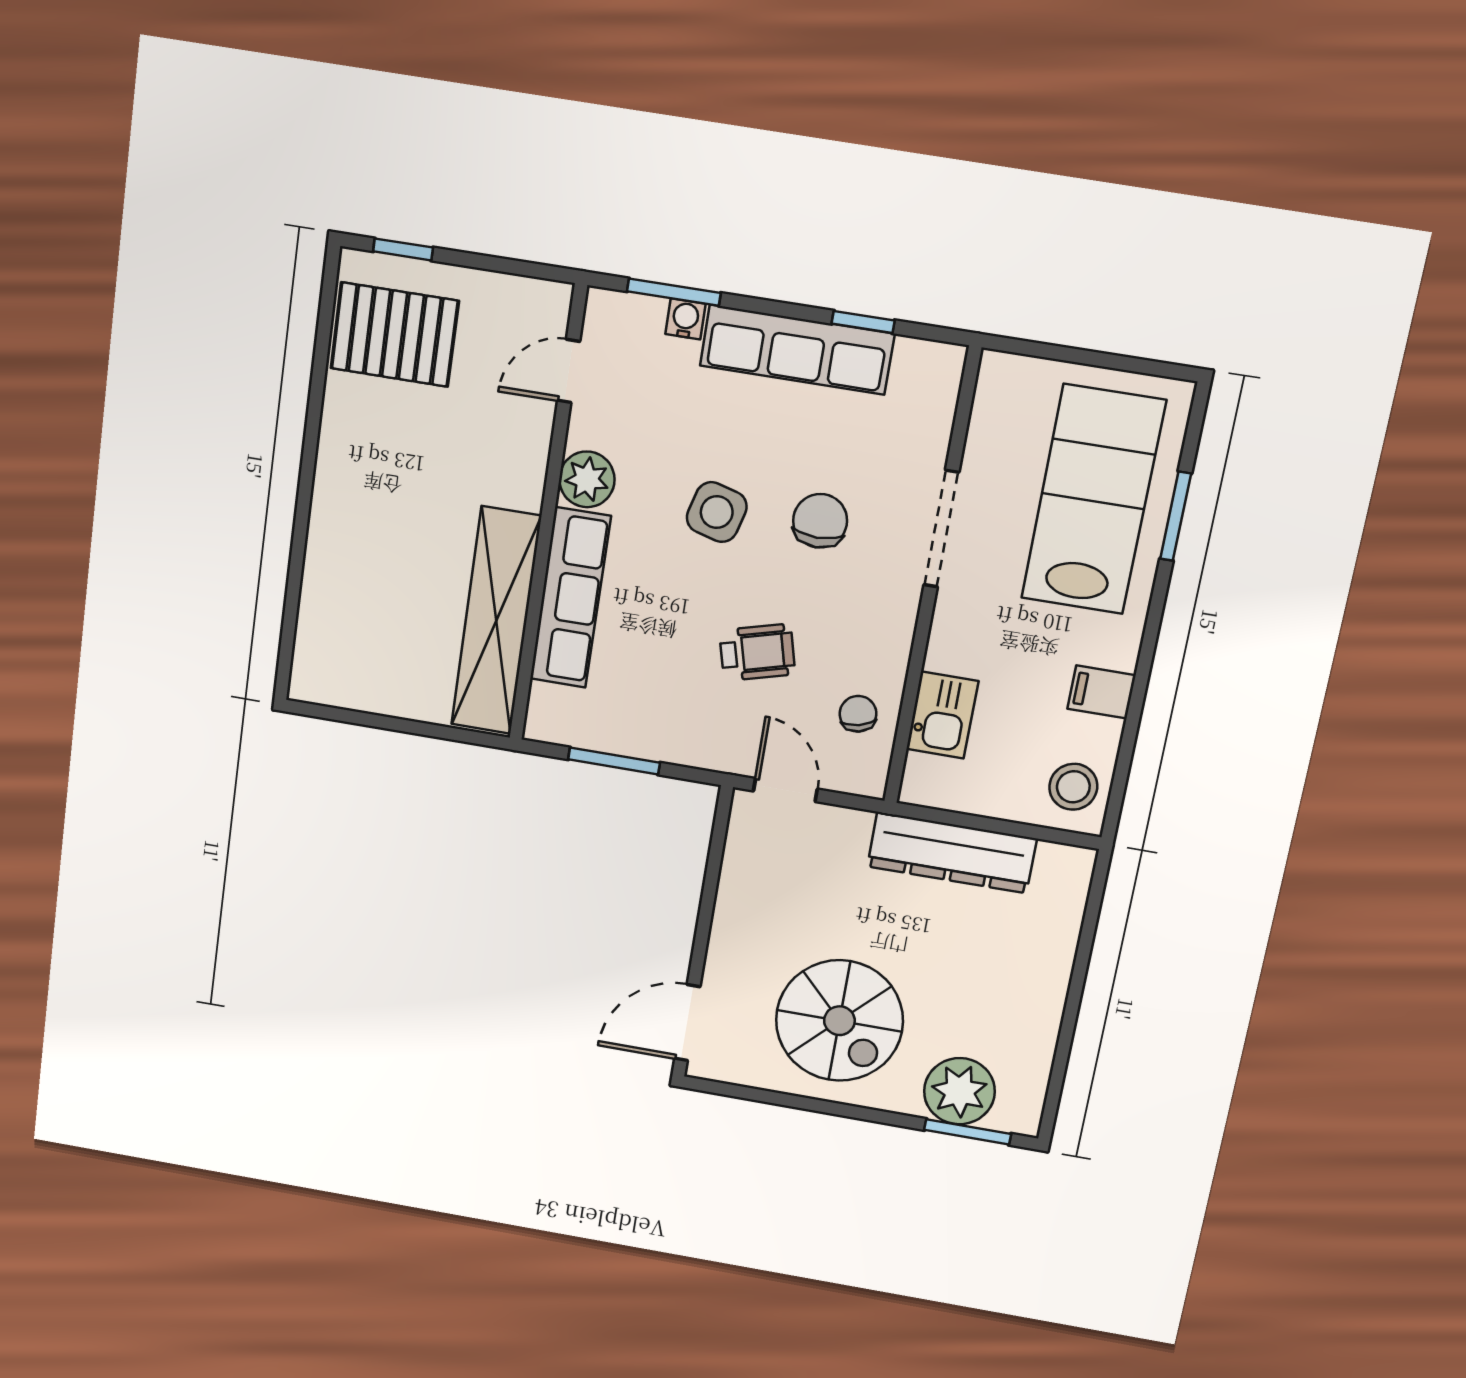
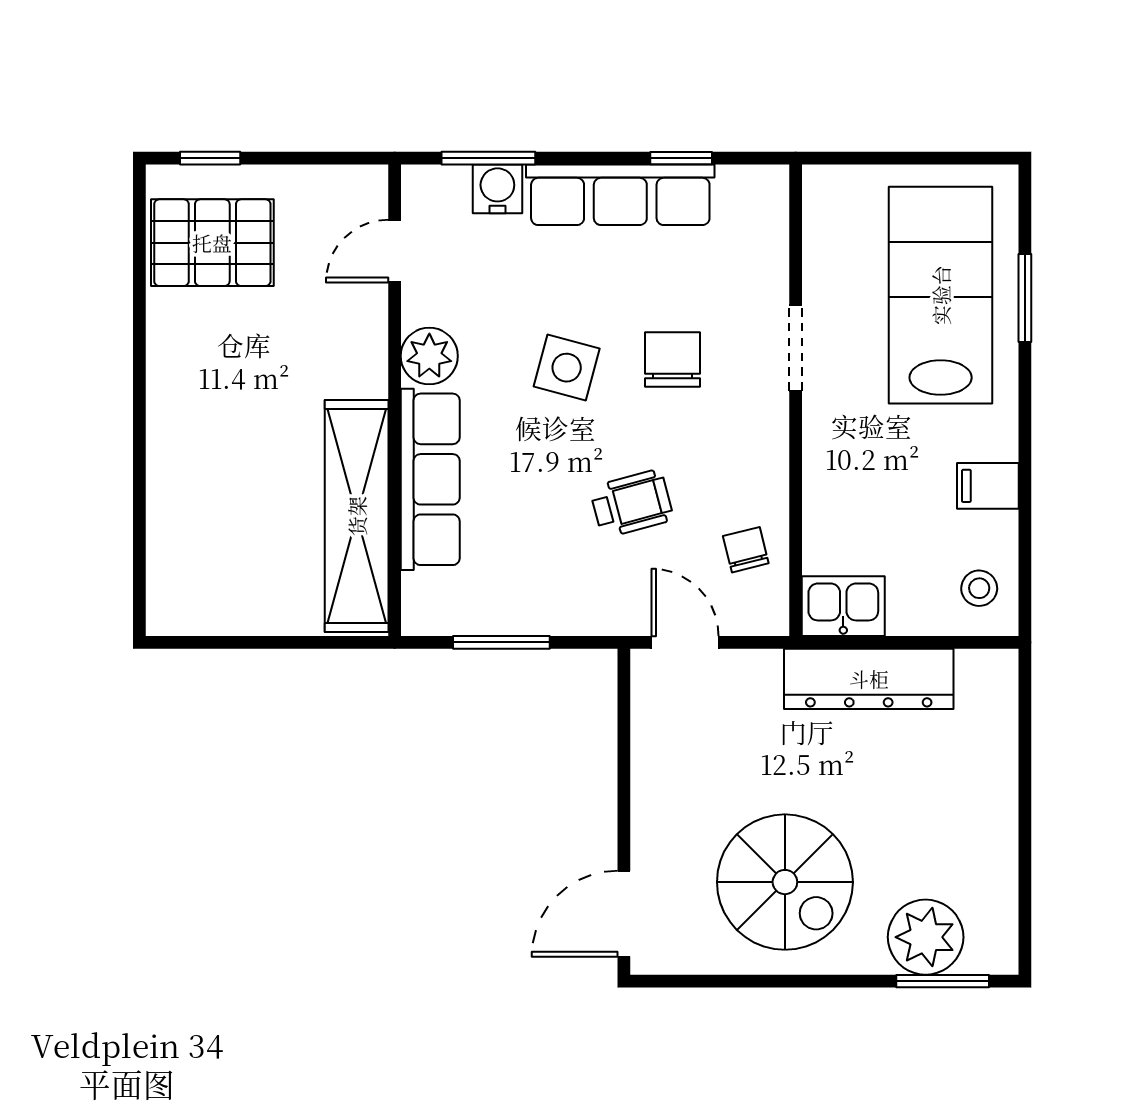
water cooler: (685, 319) -> (497, 189), width x1.38, depth x1.38
doorway: (941, 529) -> (796, 348), width x0.73
kitchen sink: (942, 715) -> (843, 606), moved, turned -90
stool: (1073, 787) -> (979, 588), width x0.73, depth x0.73

